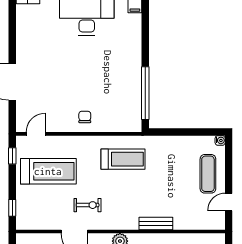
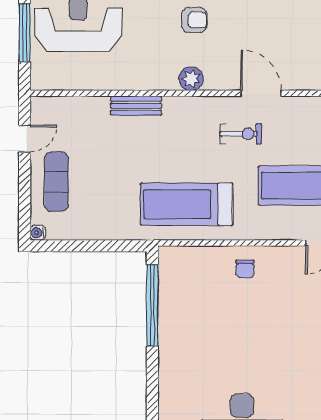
treadmill: (123, 159) -> (186, 204), width x1.37, depth x1.38
exercise bike: (88, 205) -> (241, 134), turned 180

